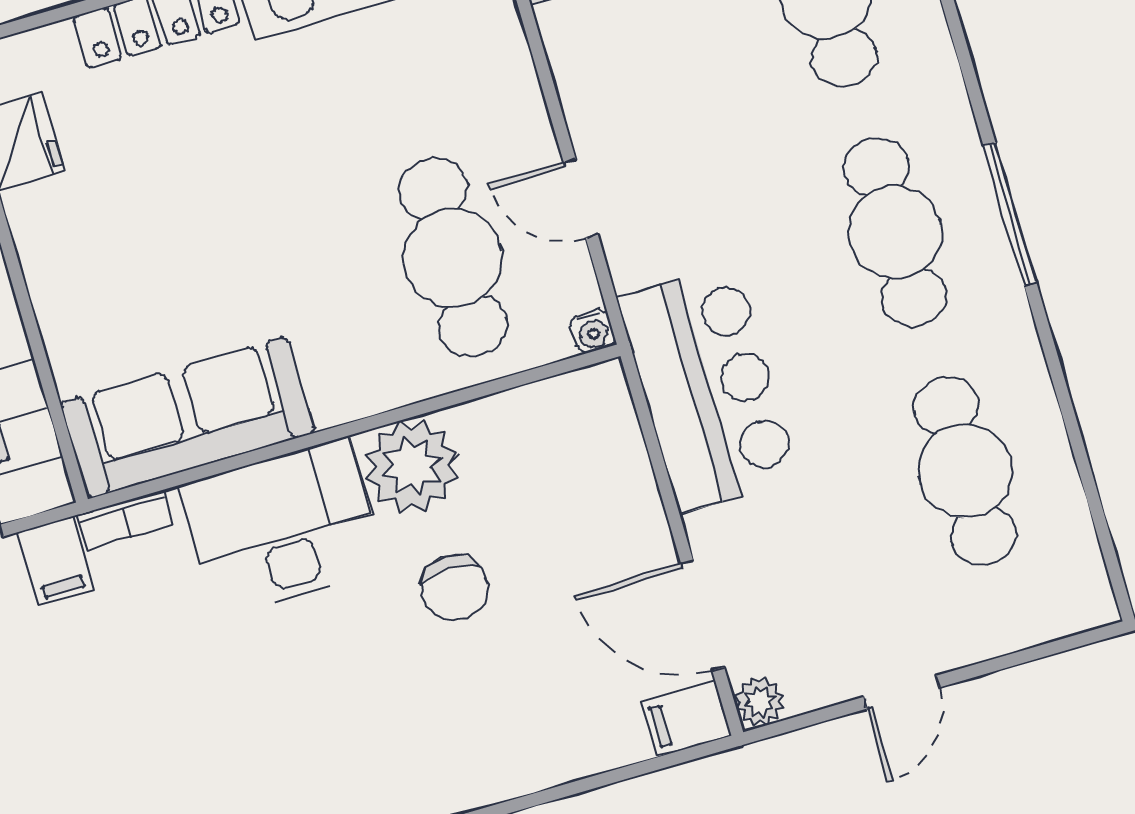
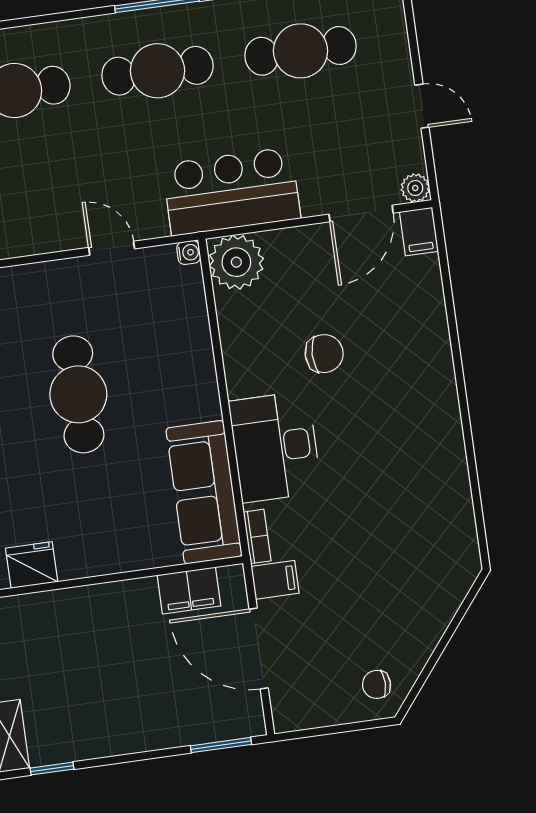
door: (581, 198) -> (112, 248), swing flipped
cafe table: (453, 258) -> (78, 394), moved, turned 90
plant: (412, 466) -> (236, 262), moved

